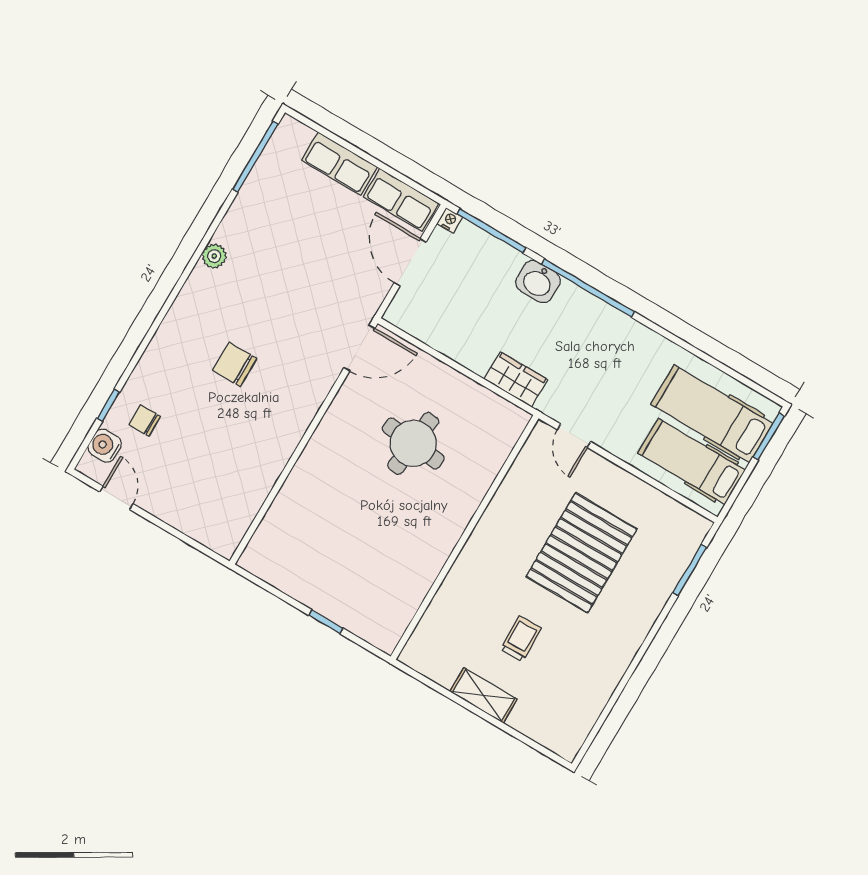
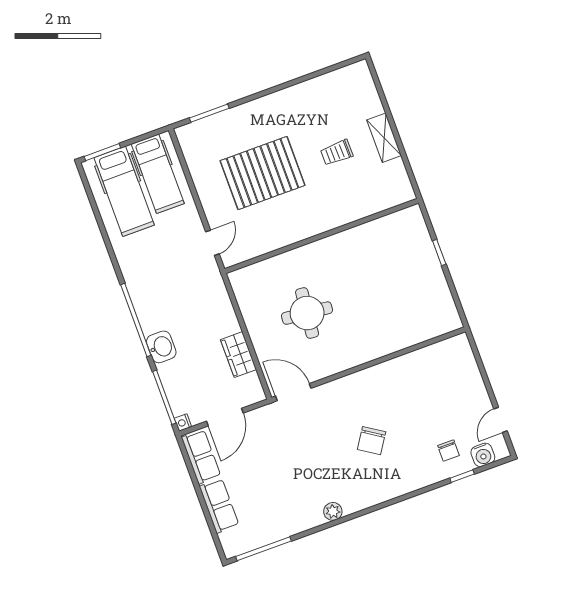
chair: (235, 364) -> (372, 441), turned 33
wardrobe: (516, 379) -> (239, 355), moved

